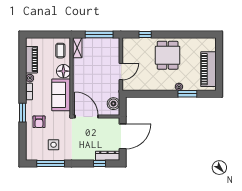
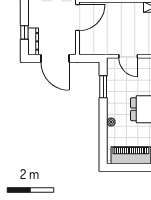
window: (187, 94) -> (103, 87), moved
boiler: (113, 104) -> (92, 48), removed

